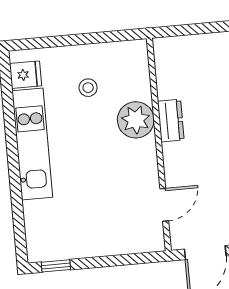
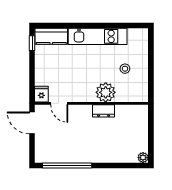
fridge: (26, 75) -> (41, 94), moved, turned 180
kitchen counter: (40, 231) -> (51, 36), added

